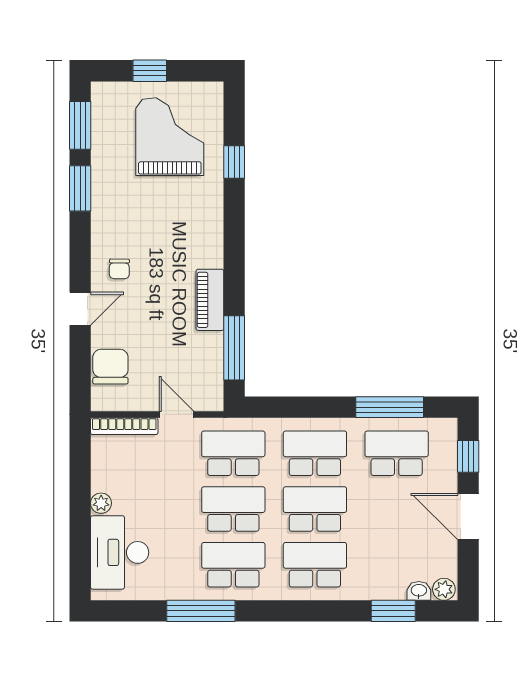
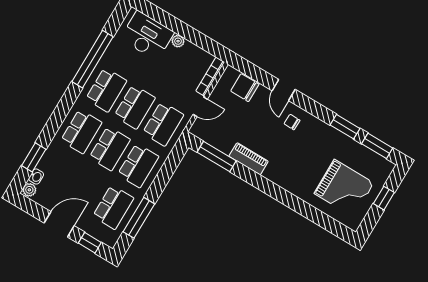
window: (234, 162) -> (311, 213), removed
chair: (110, 367) -> (245, 88), turned 180
window: (201, 611) -> (93, 59), width x1.46

